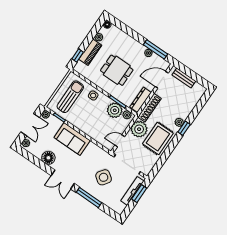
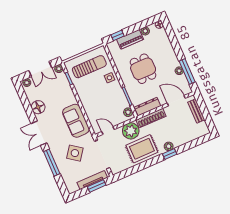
plant: (115, 110) -> (120, 102), removed
sofa: (72, 139) -> (76, 121), moved

